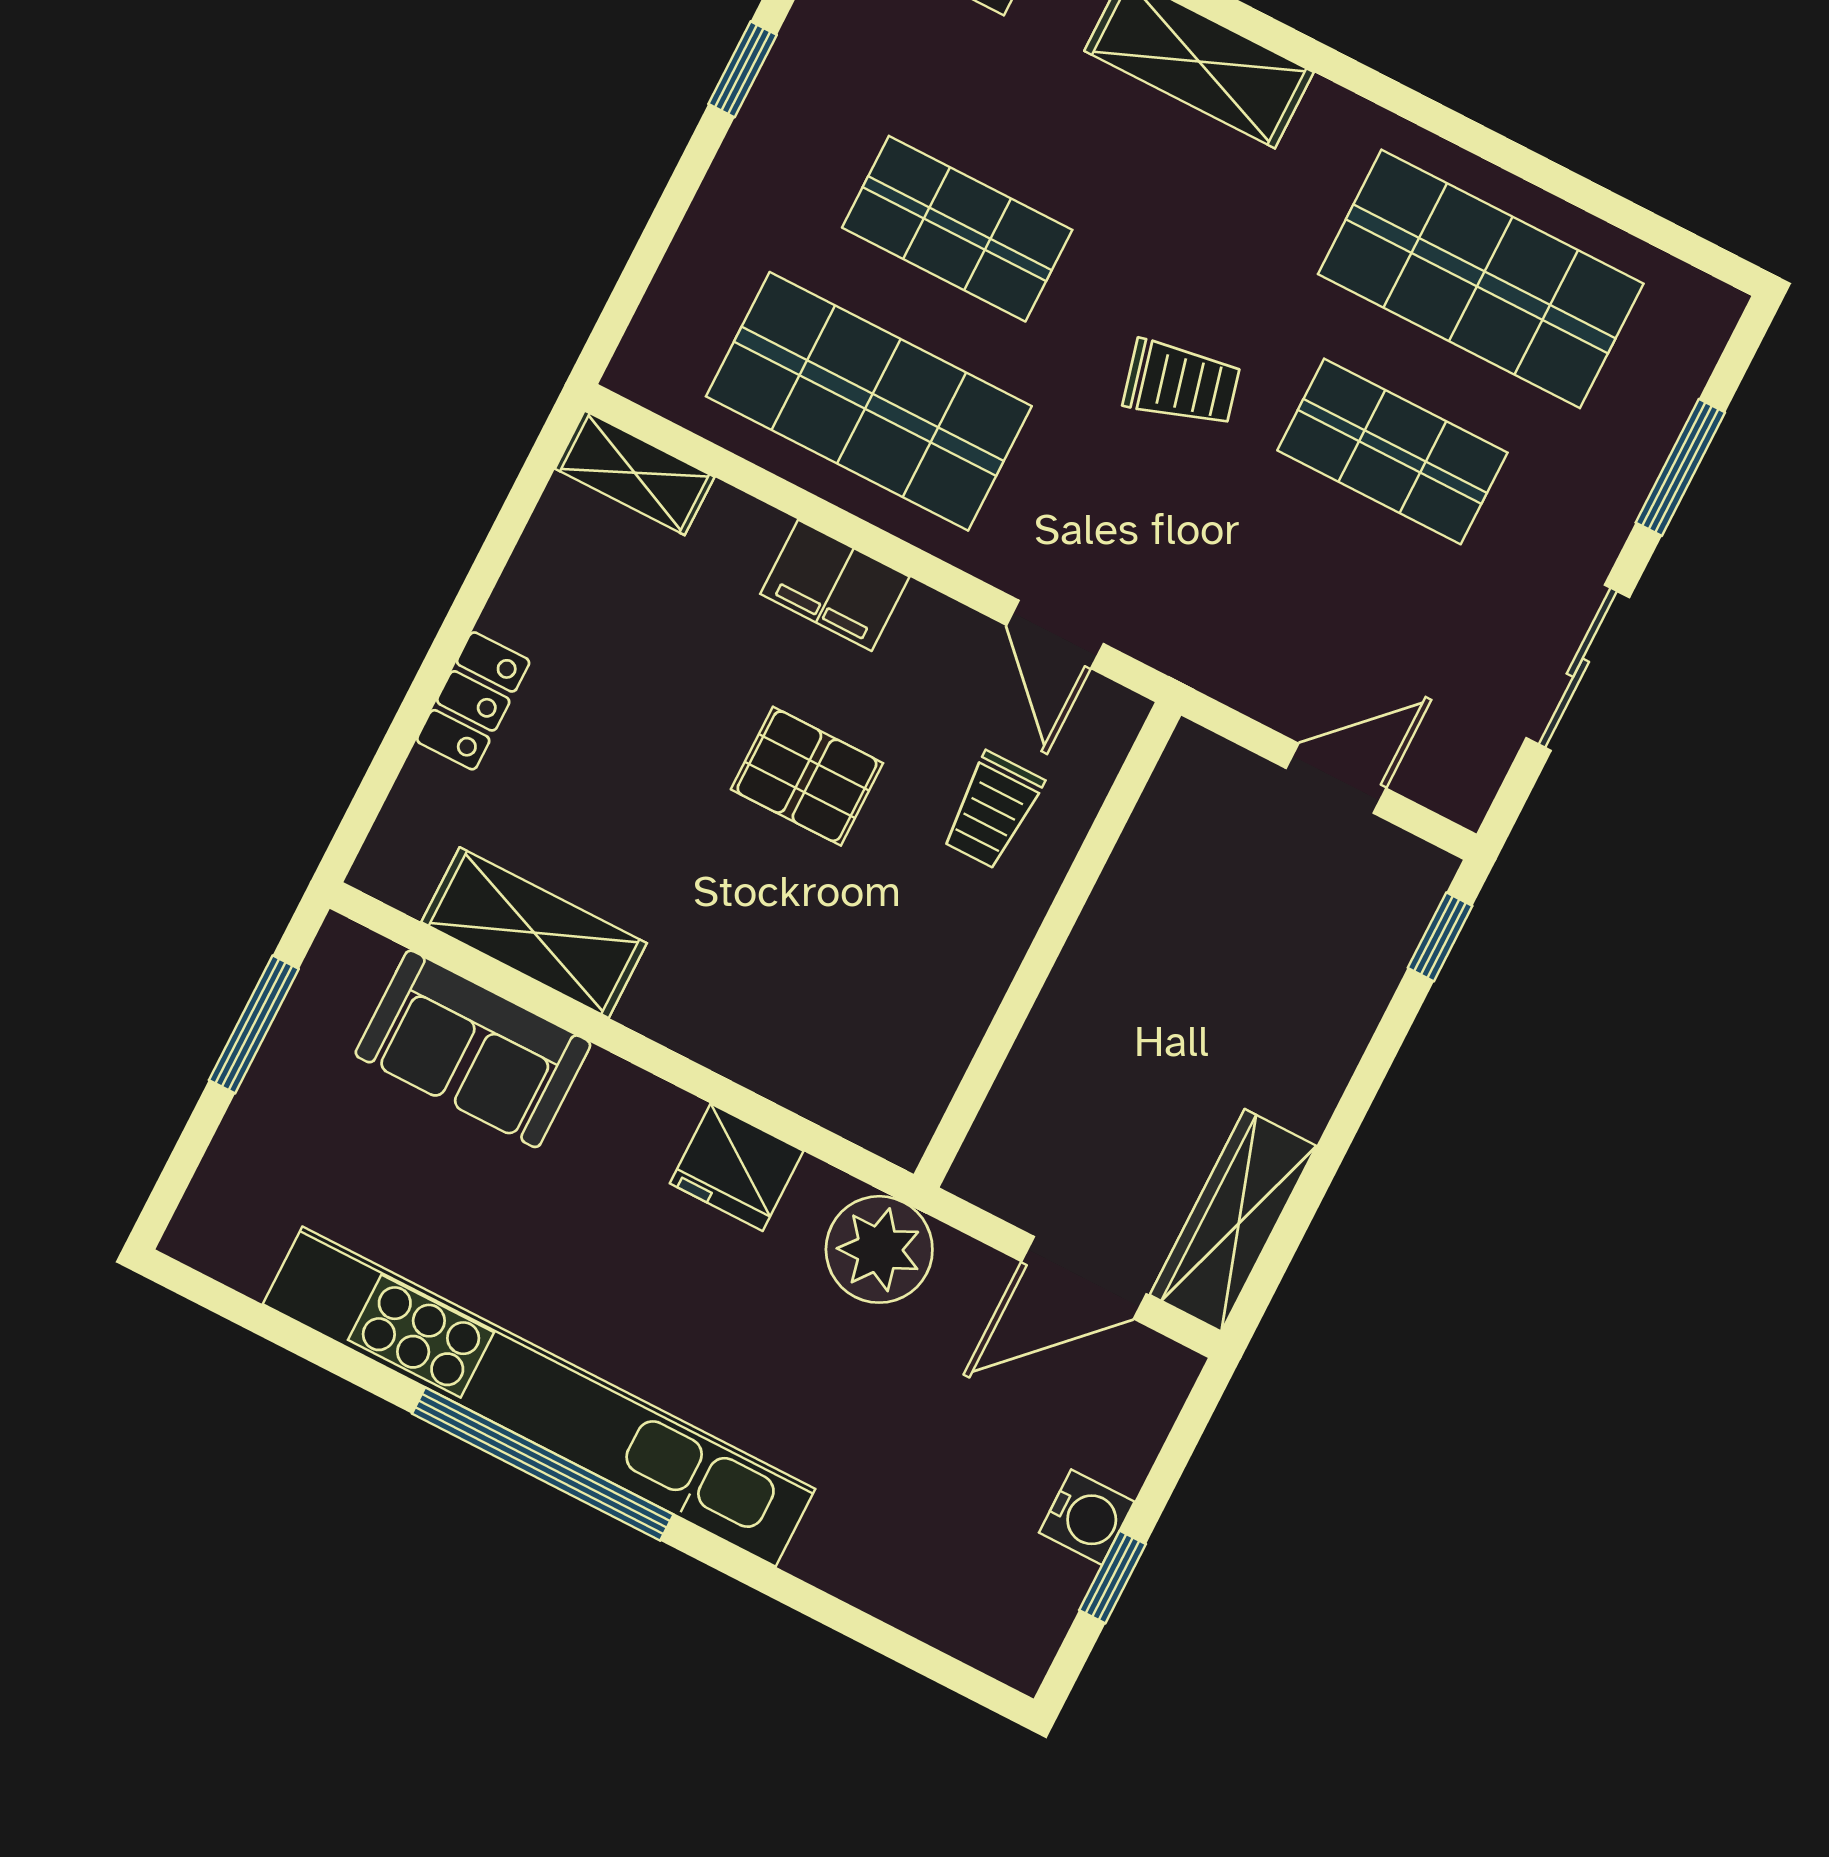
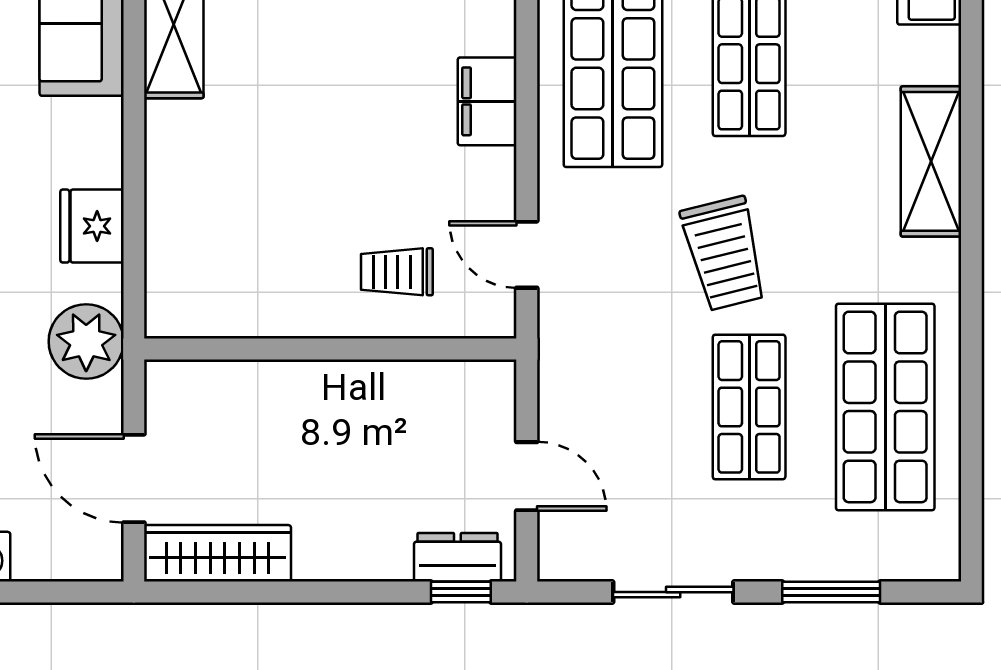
trolley: (1182, 383) -> (724, 254), width x1.36, depth x1.39
door: (1055, 634) -> (527, 255), hinge flipped
pallet: (807, 776) -> (359, 145), removed
dresser: (1394, 919) -> (457, 557), added

